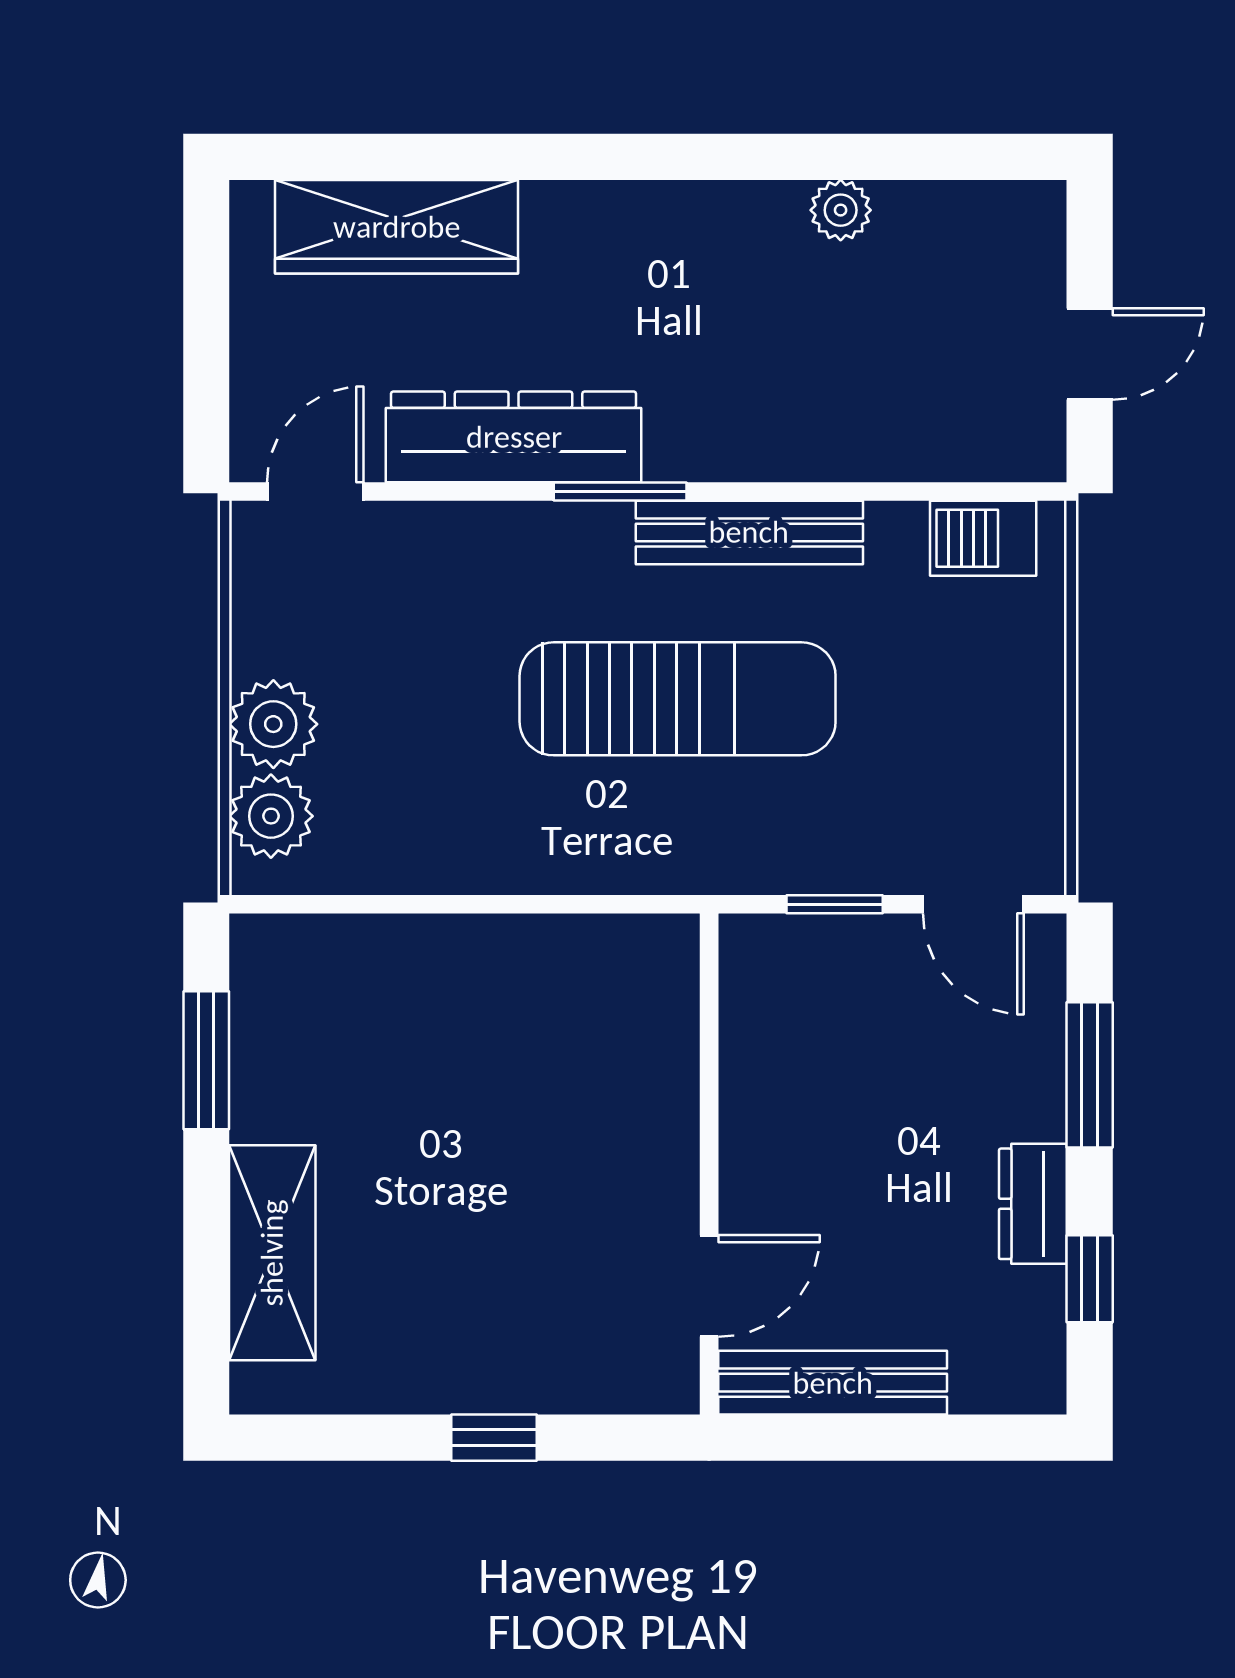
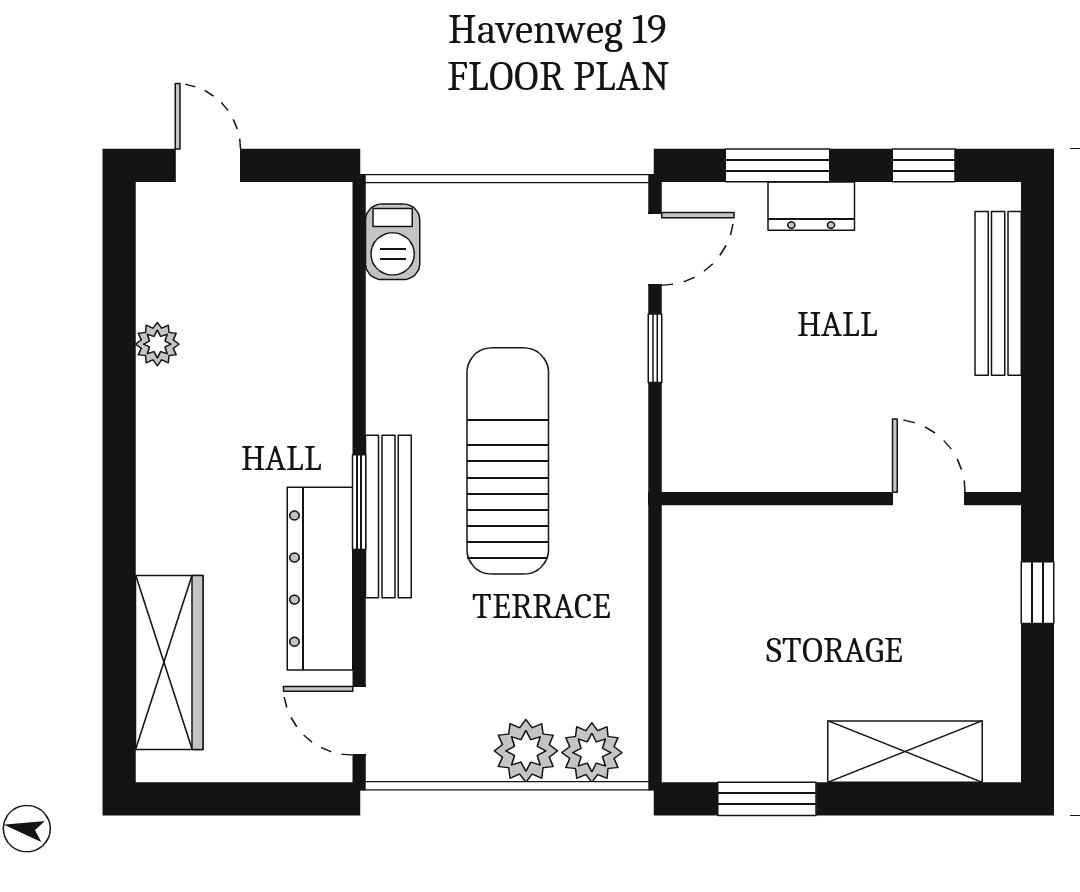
door: (1090, 354) -> (208, 165), moved
bench: (749, 532) -> (388, 517), moved
wall: (709, 1164) -> (841, 499), moved
dresser: (1033, 1204) -> (811, 206), moved
door: (709, 1286) -> (929, 499), moved
bench: (833, 1383) -> (998, 293), moved

